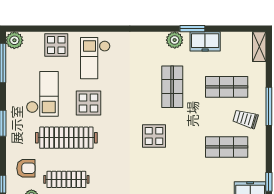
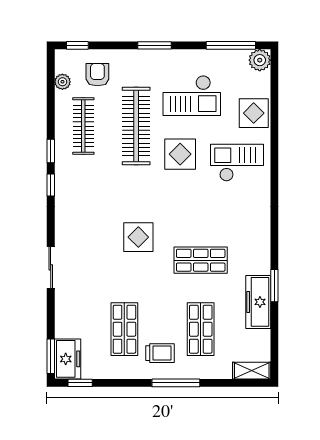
plant: (175, 40) -> (260, 263), removed
freezer: (205, 41) -> (258, 302), width x1.40
trolley: (245, 119) -> (160, 353), turned 74
armchair: (26, 168) -> (97, 75), turned 180

